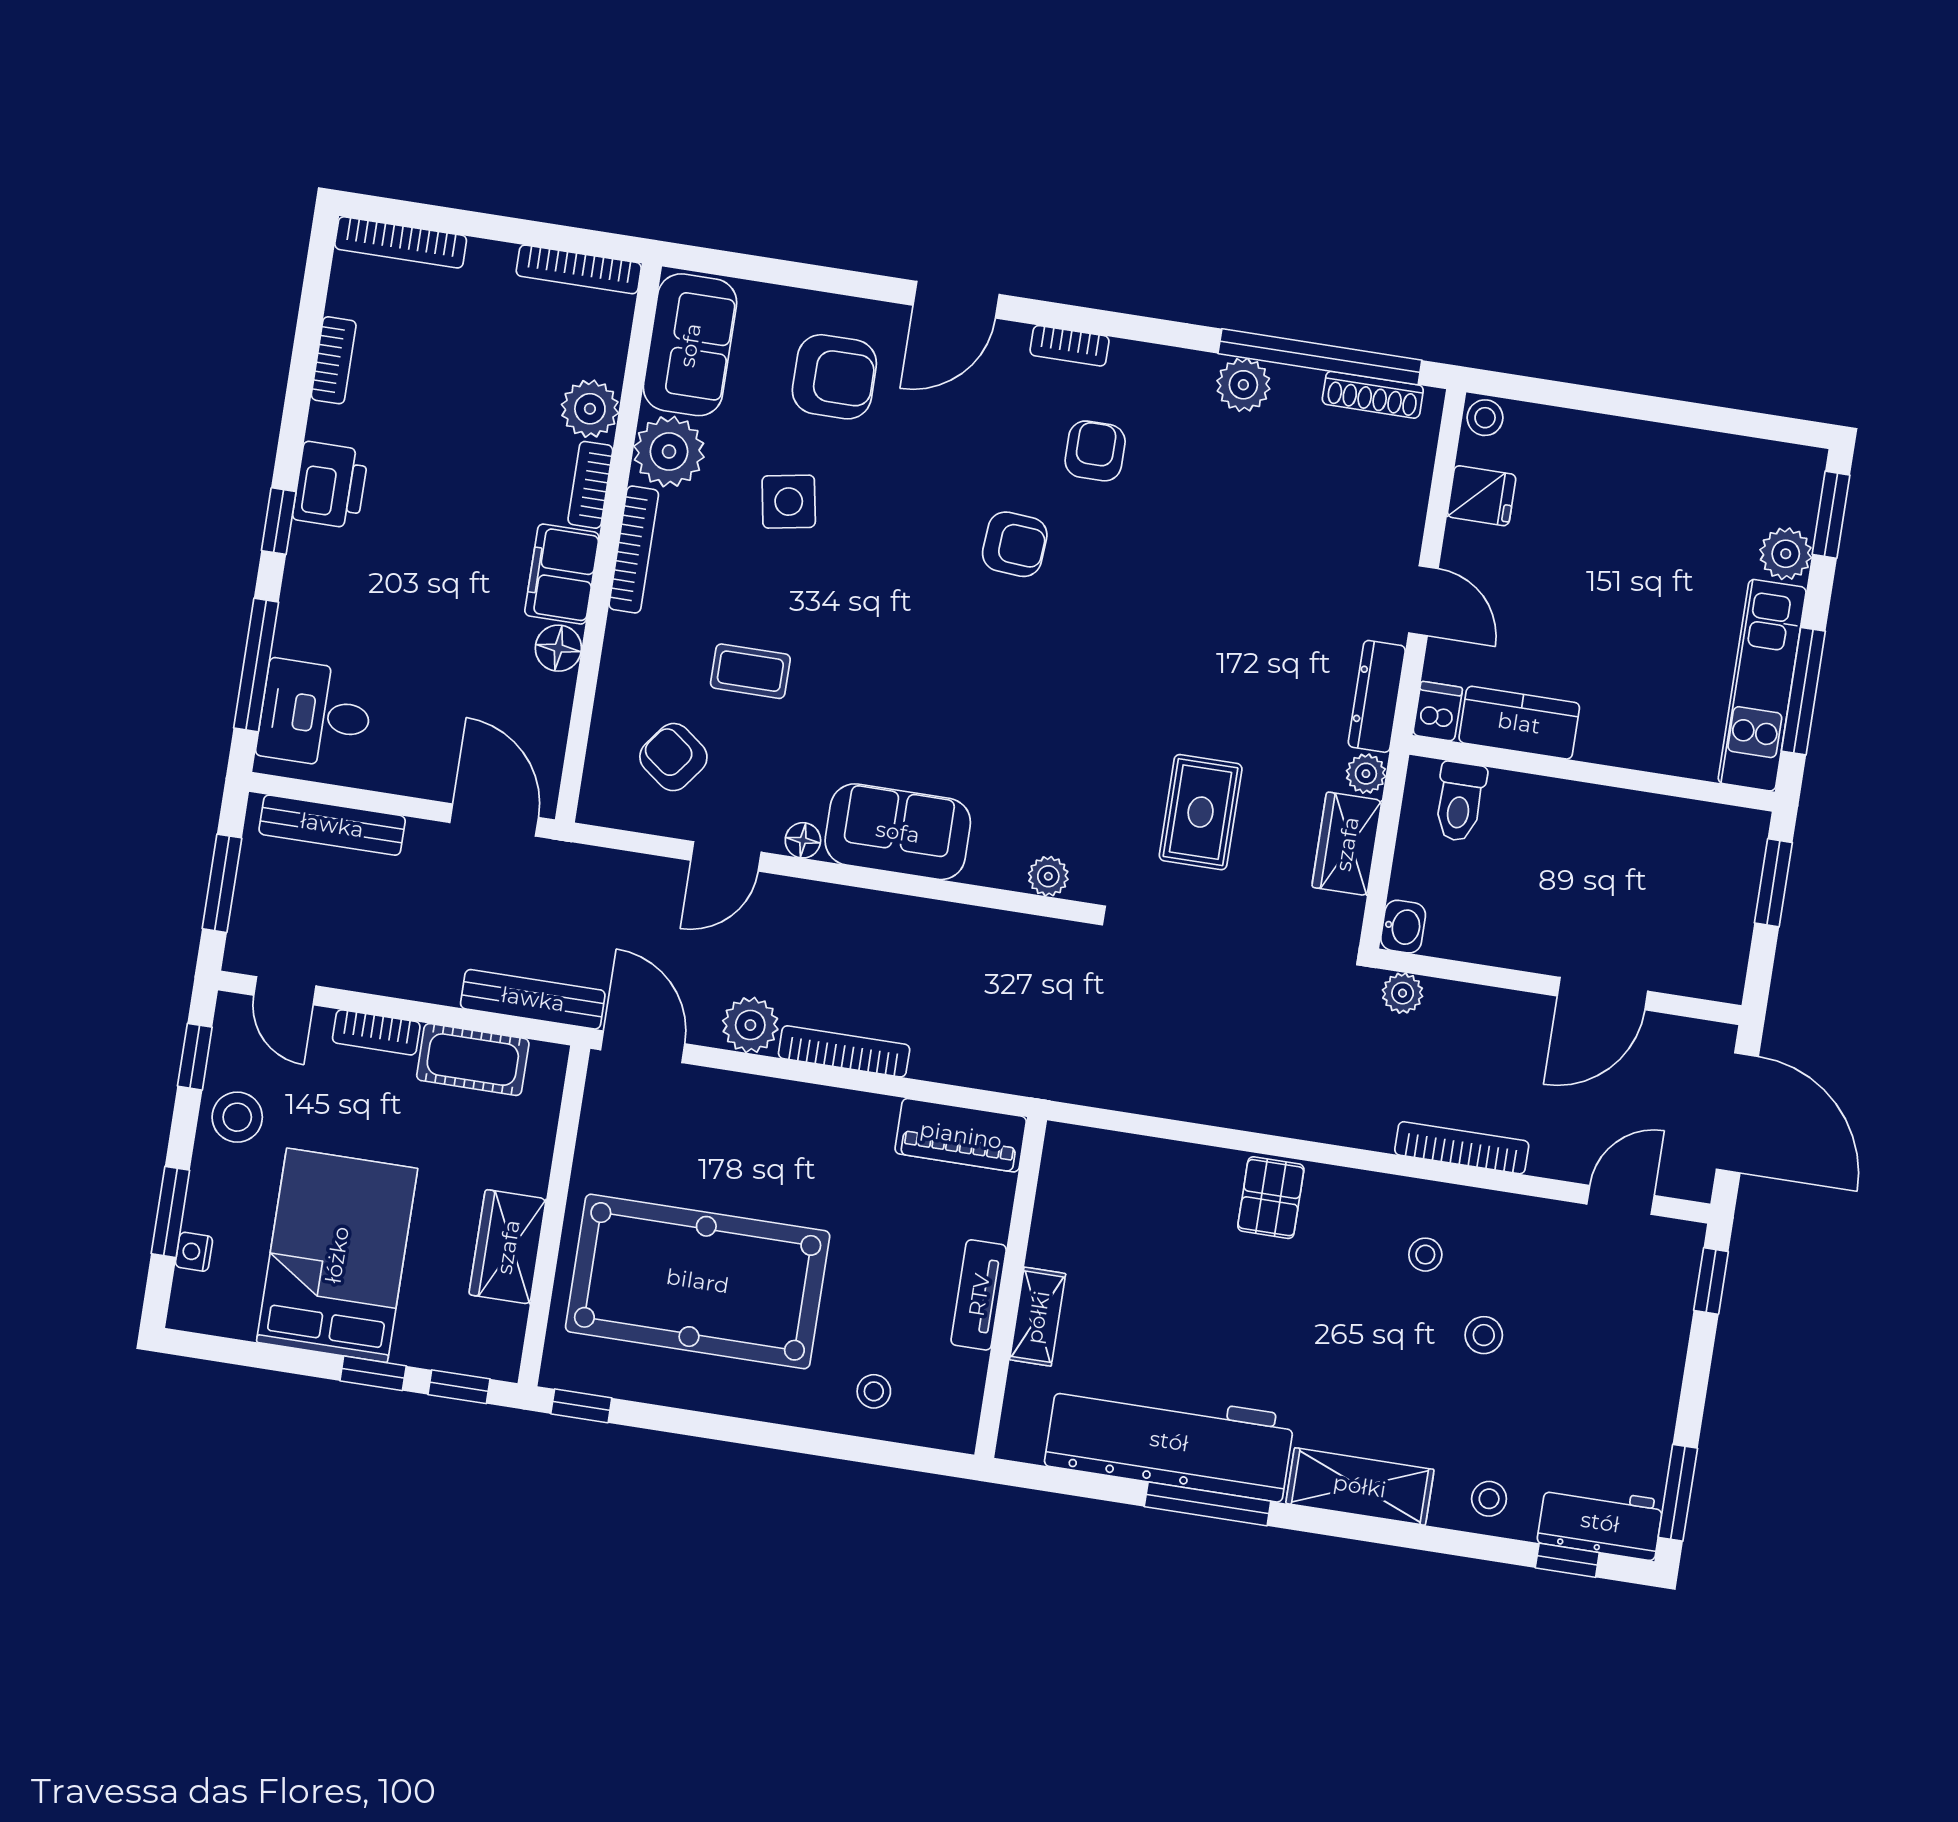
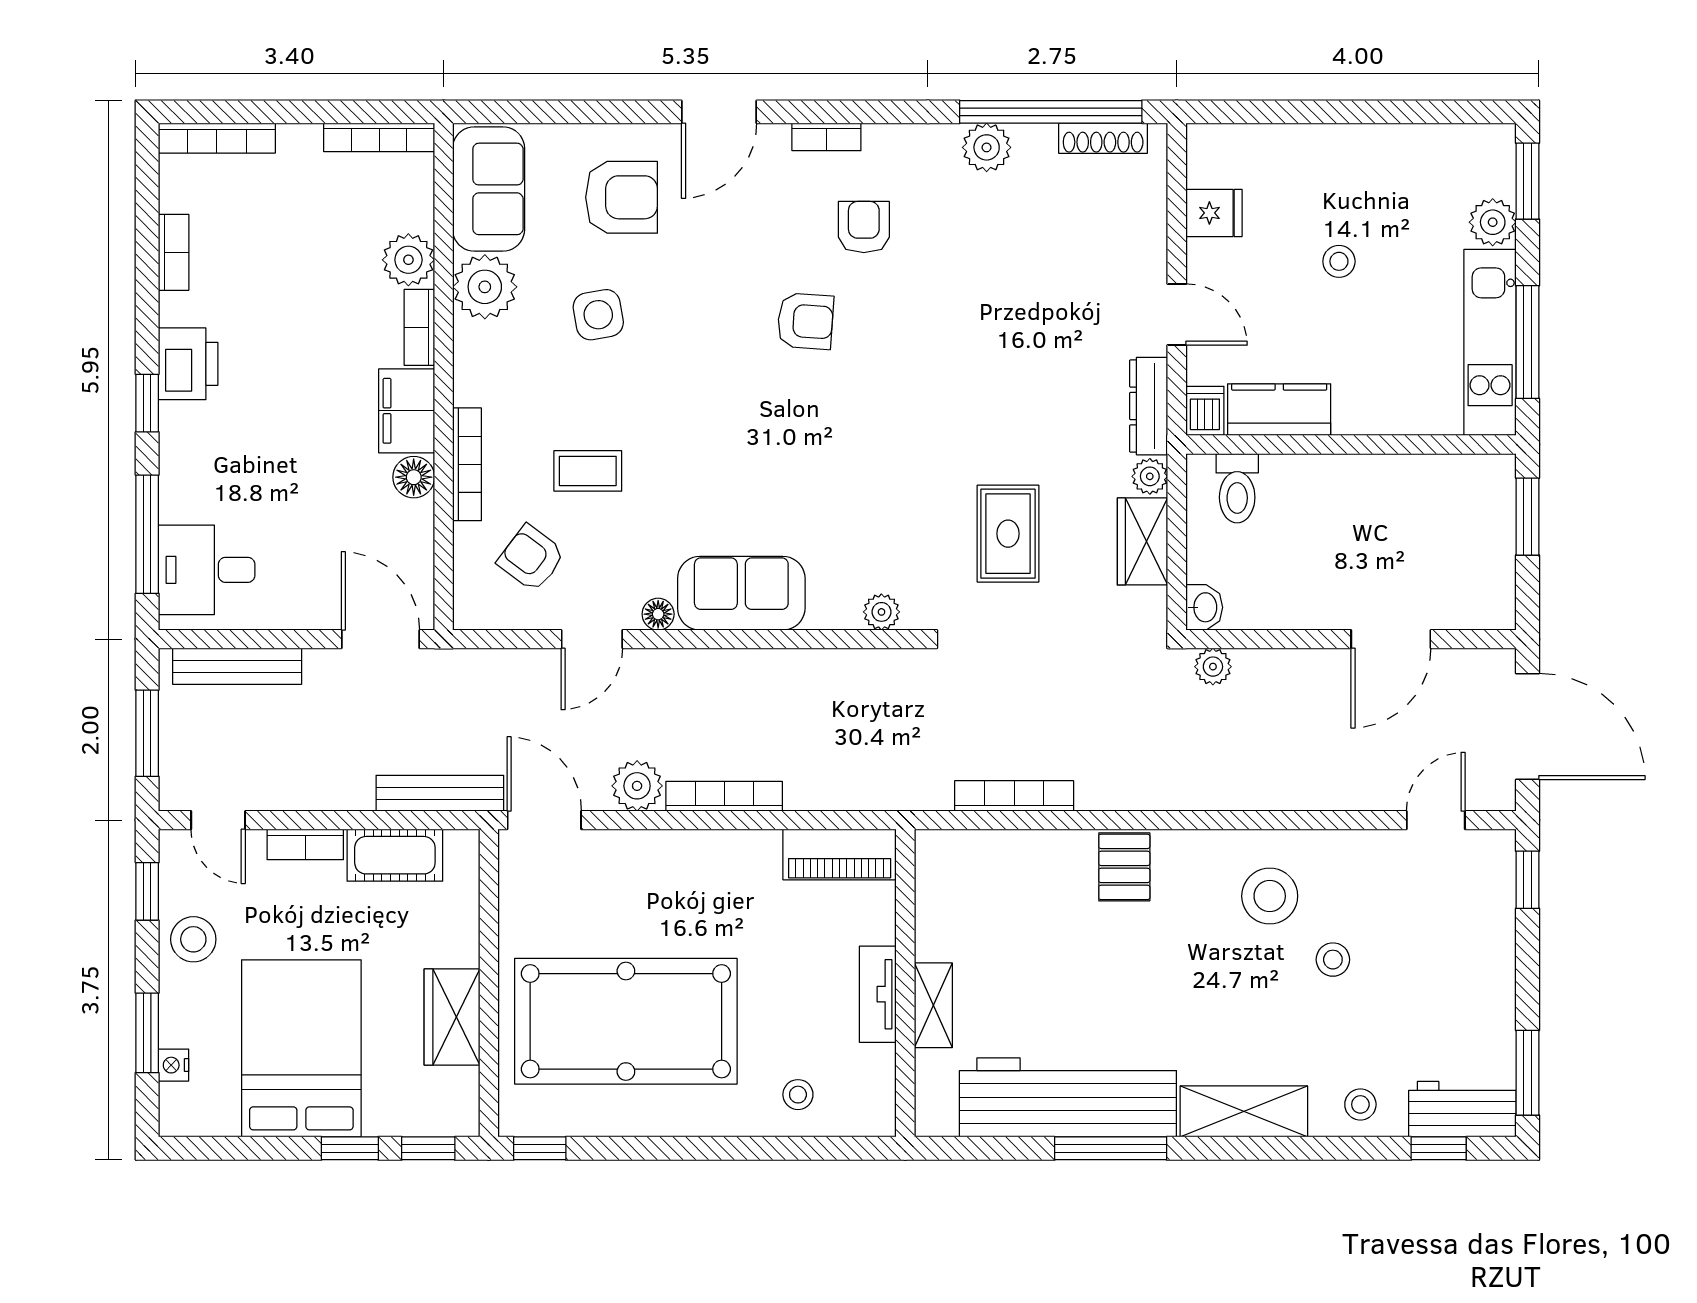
stool: (1485, 418) -> (1339, 261), moved
bookcase: (634, 550) -> (467, 464), moved
bookcase: (1462, 1148) -> (1014, 796), moved
stool: (1425, 1255) -> (1270, 896), width x1.89, depth x1.89

